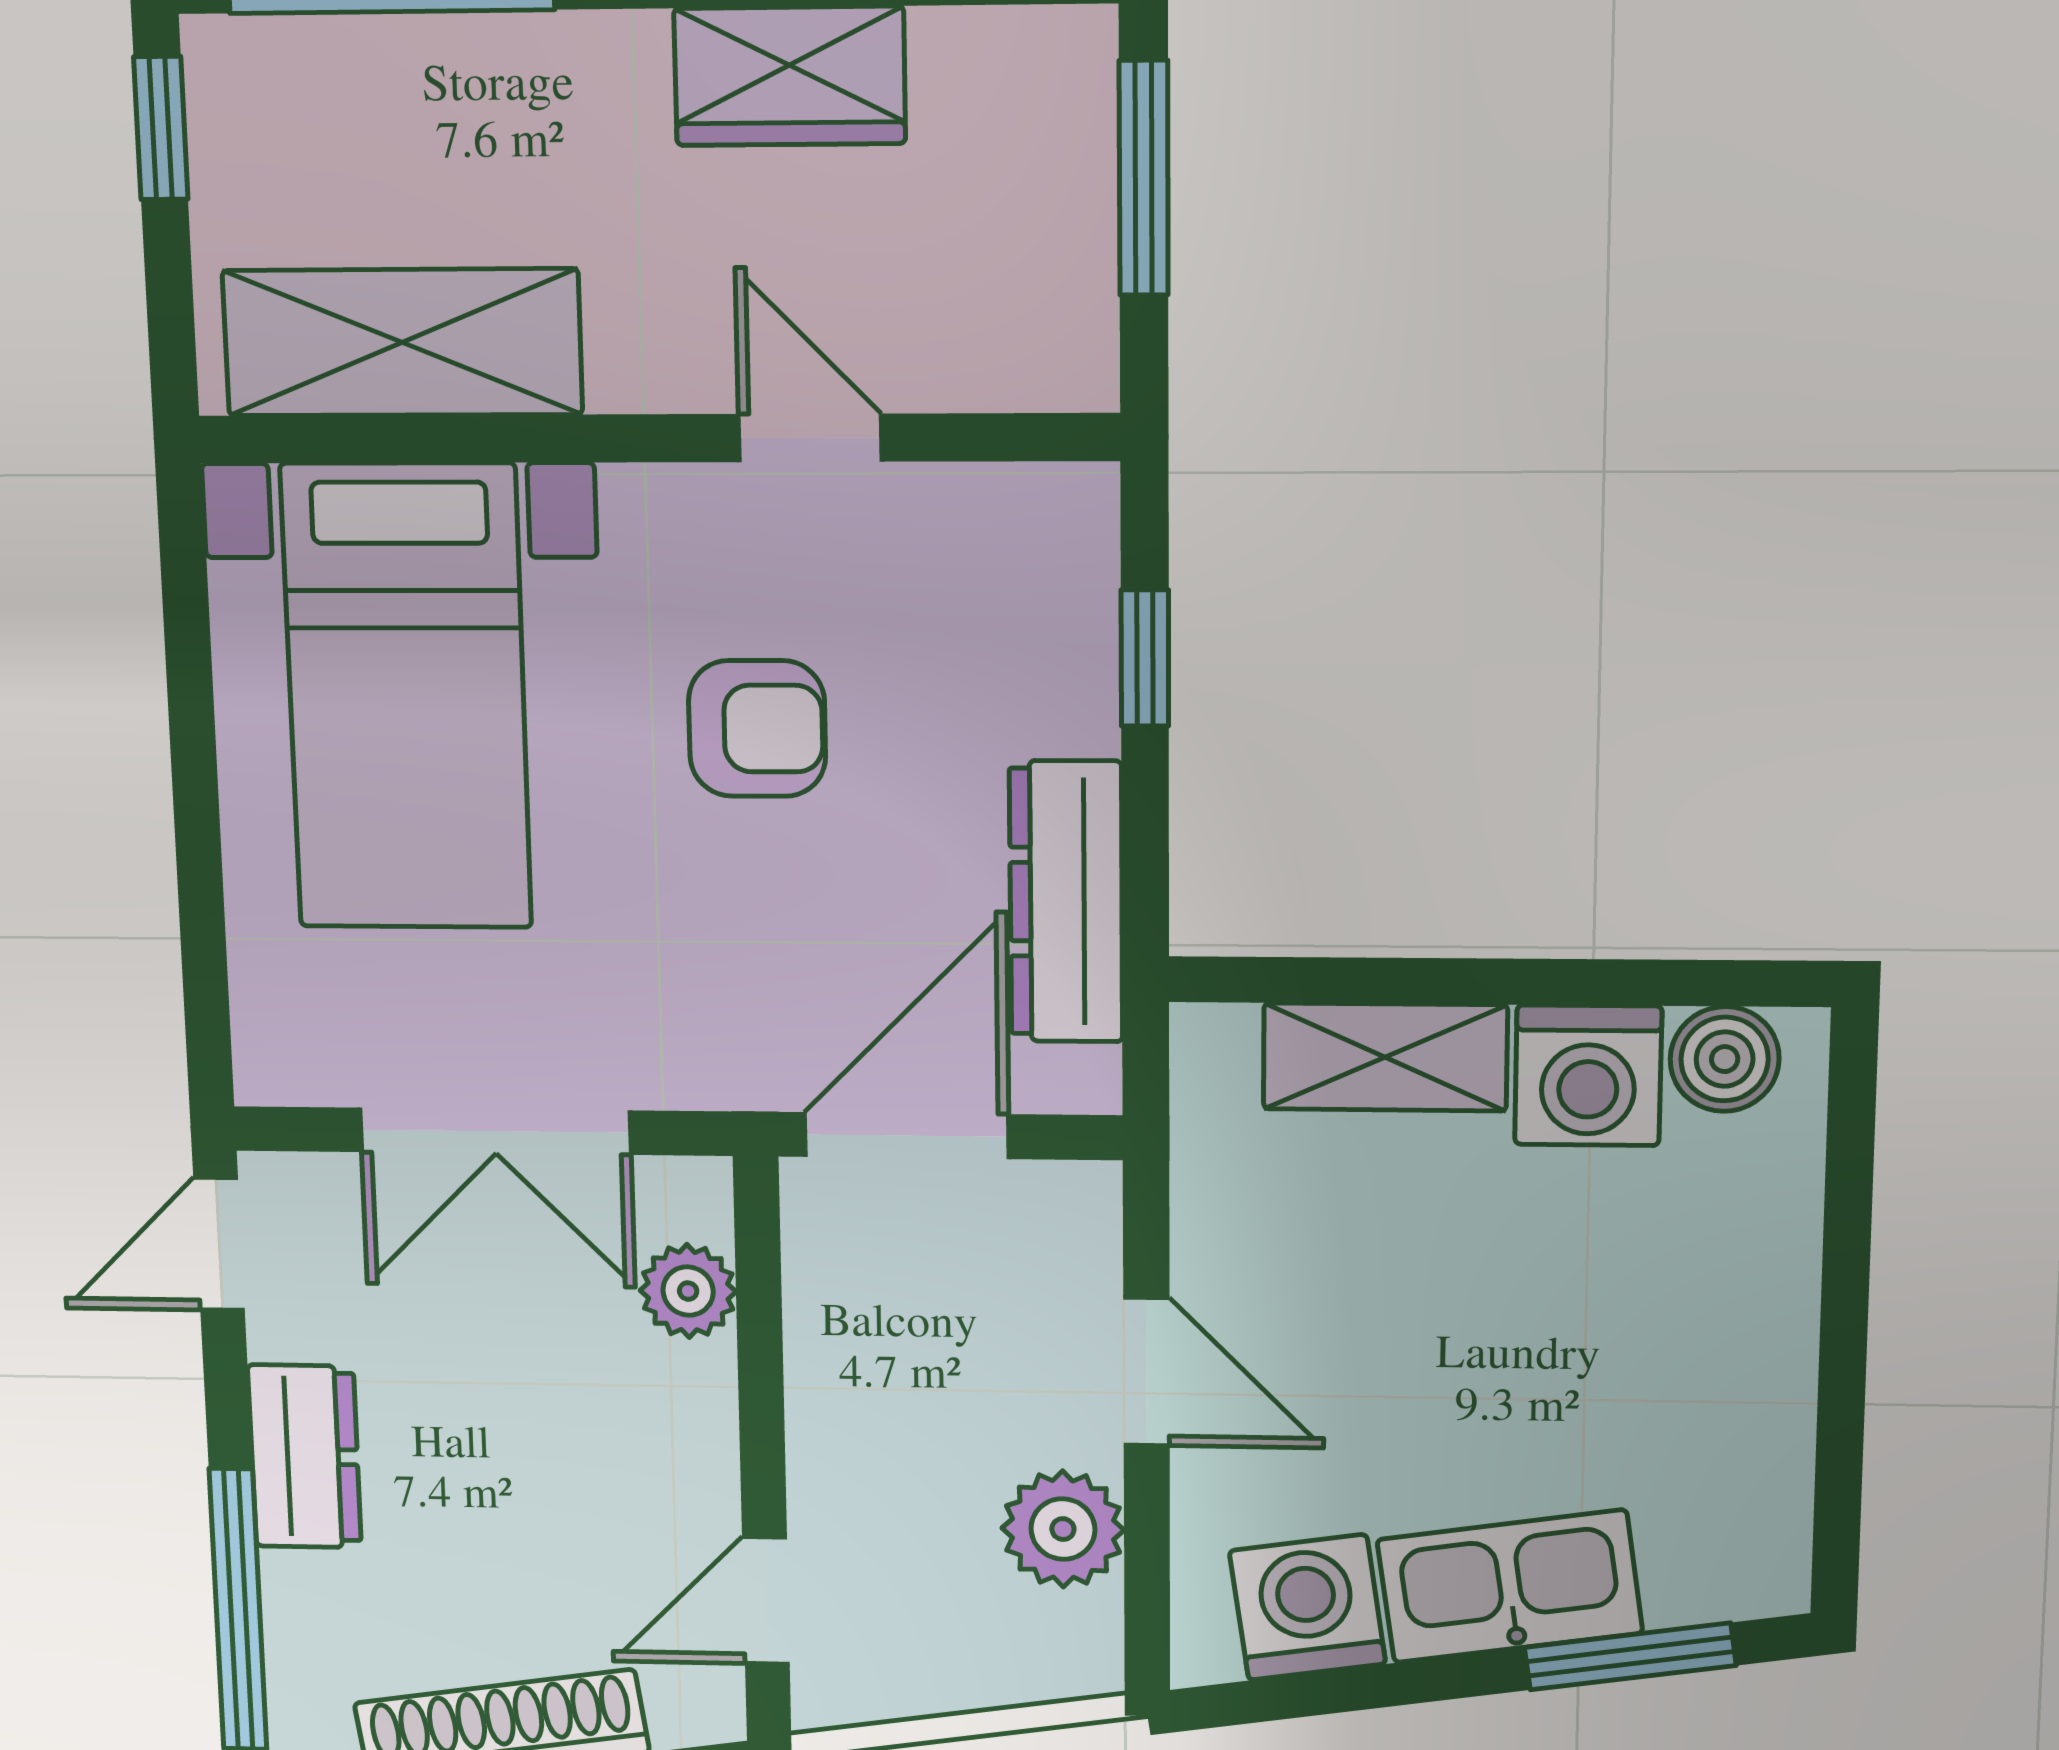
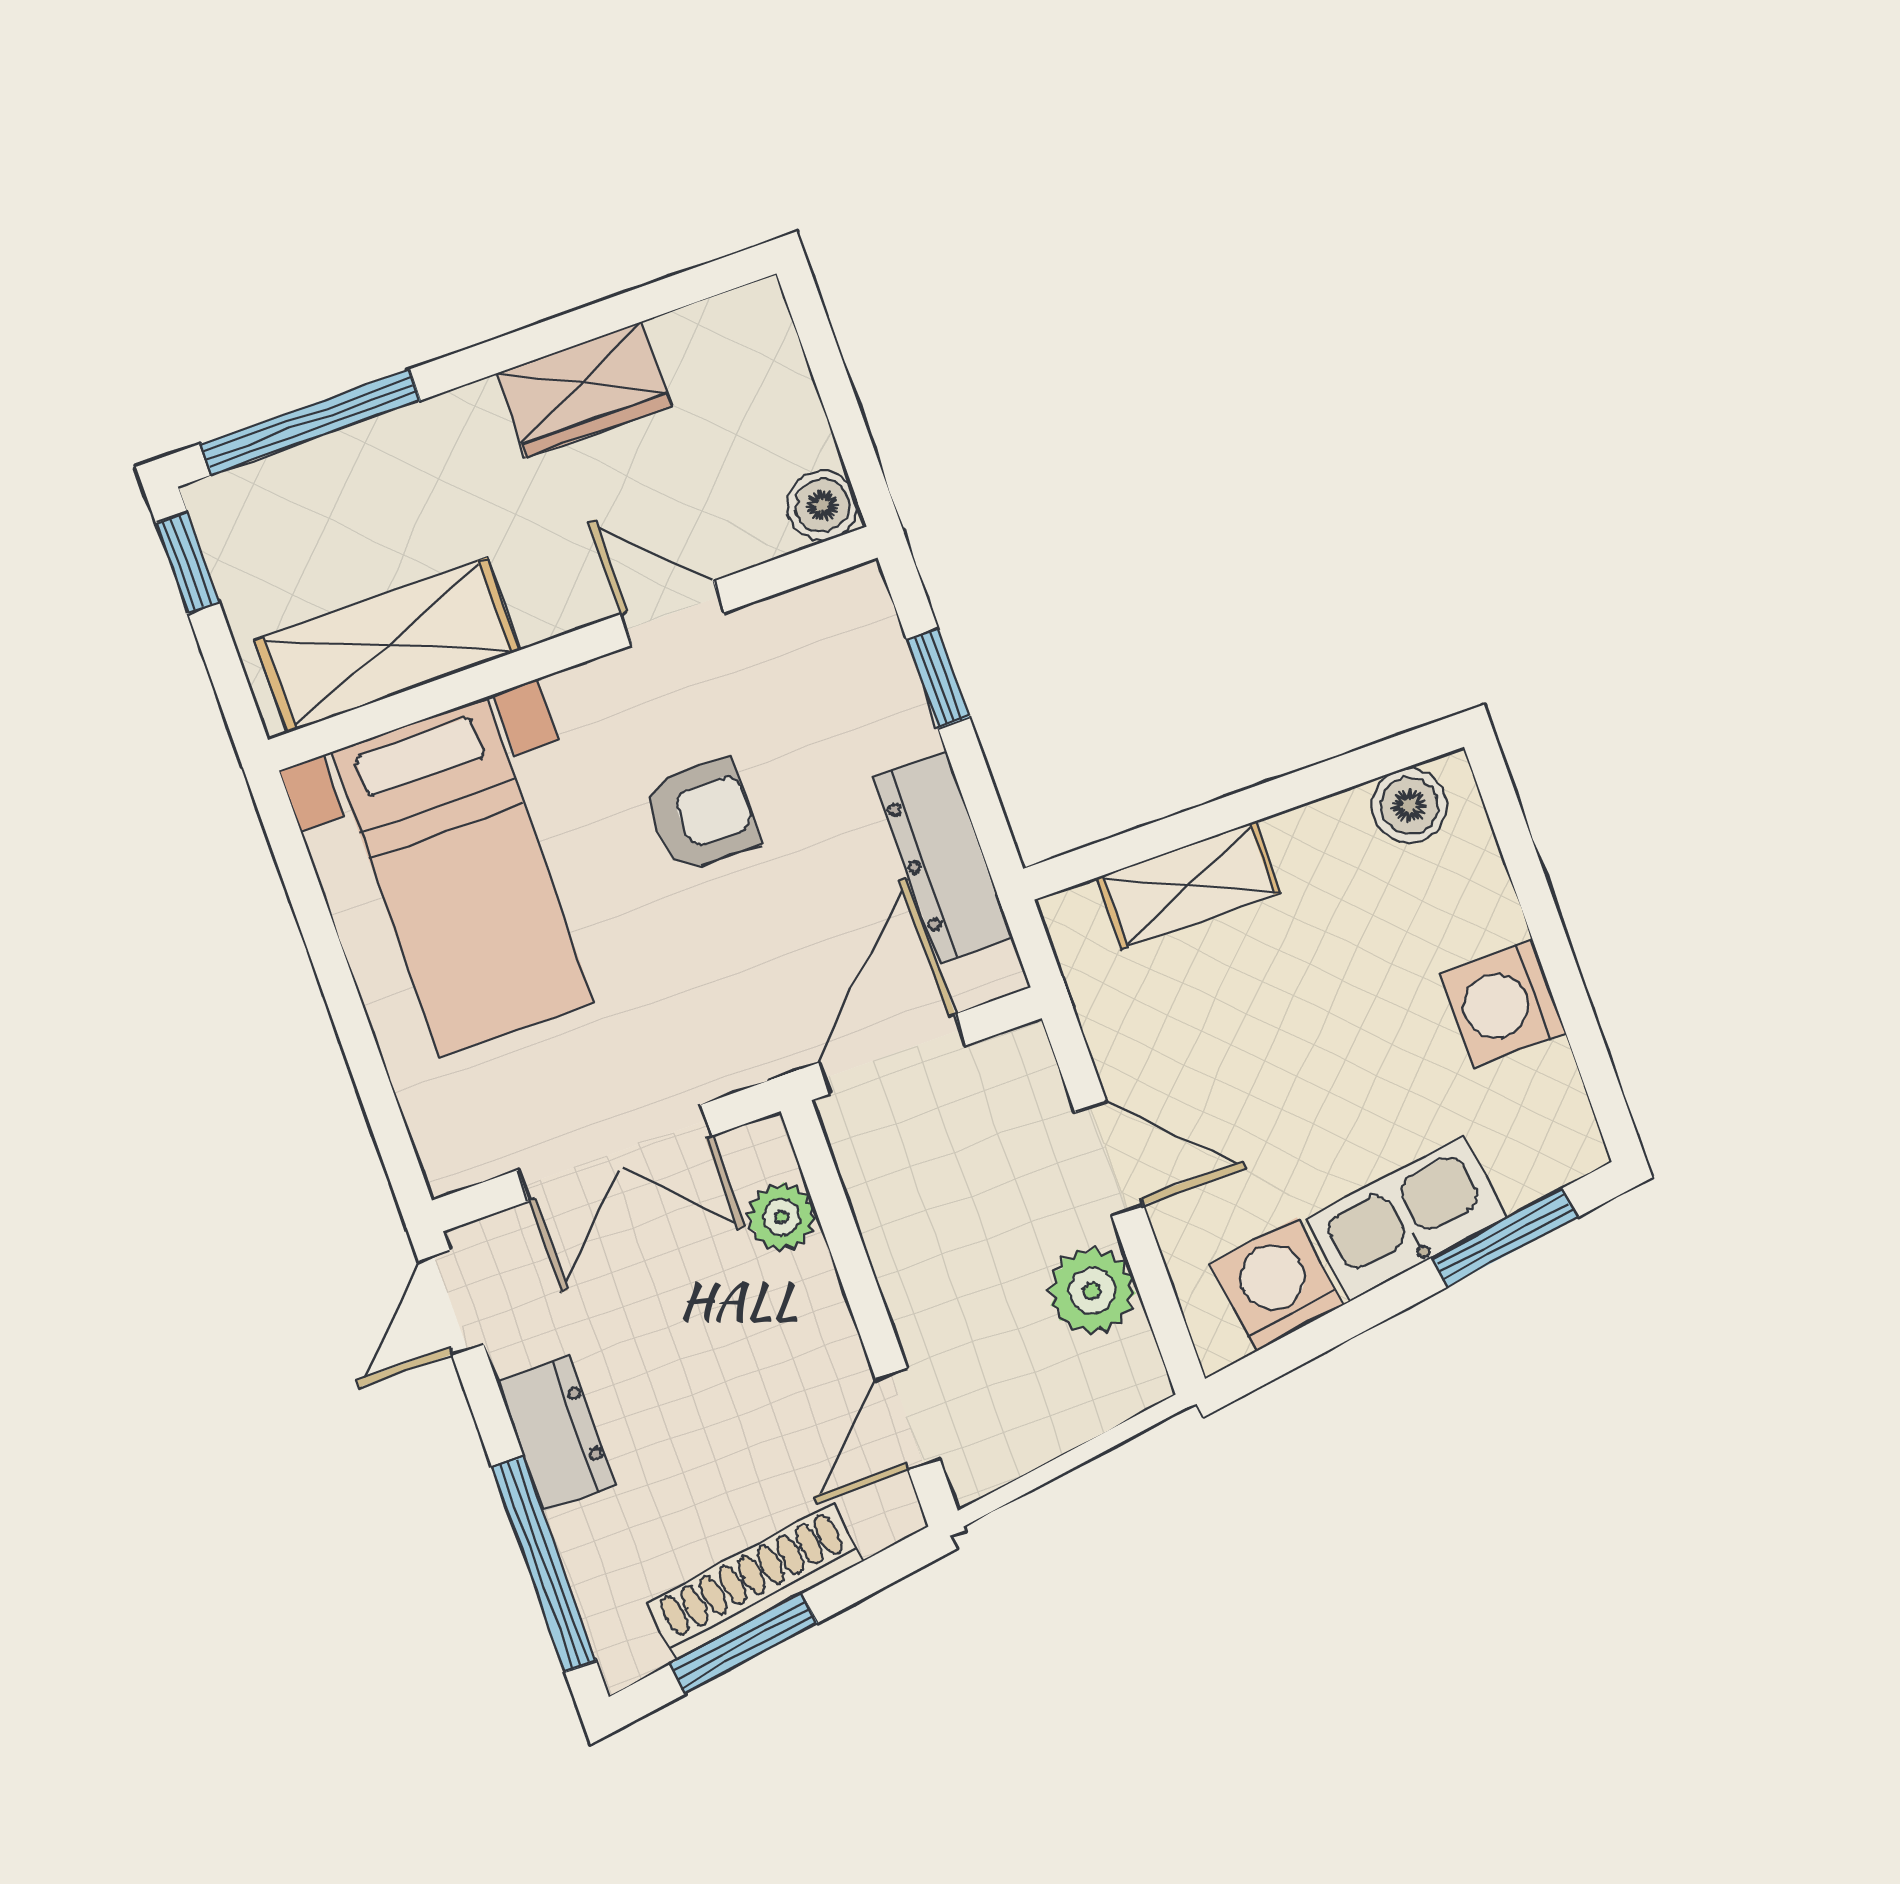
window: (1144, 178) -> (830, 375), removed
boiler: (1068, 361) -> (822, 506), added
washing machine: (1588, 1075) -> (1503, 1003), moved, turned 90

